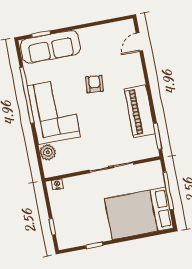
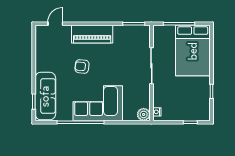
door: (139, 42) -> (55, 24), swing flipped
piano: (140, 111) -> (92, 34), moved
plant: (48, 152) -> (144, 114), moved

